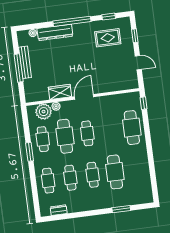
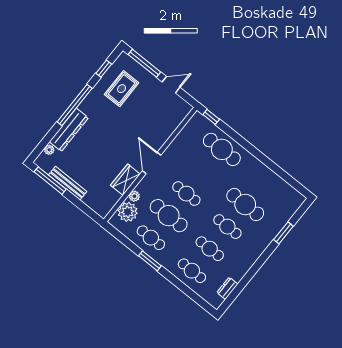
window: (135, 36) -> (144, 63), width x2.17
window: (19, 68) -> (50, 181), moved

